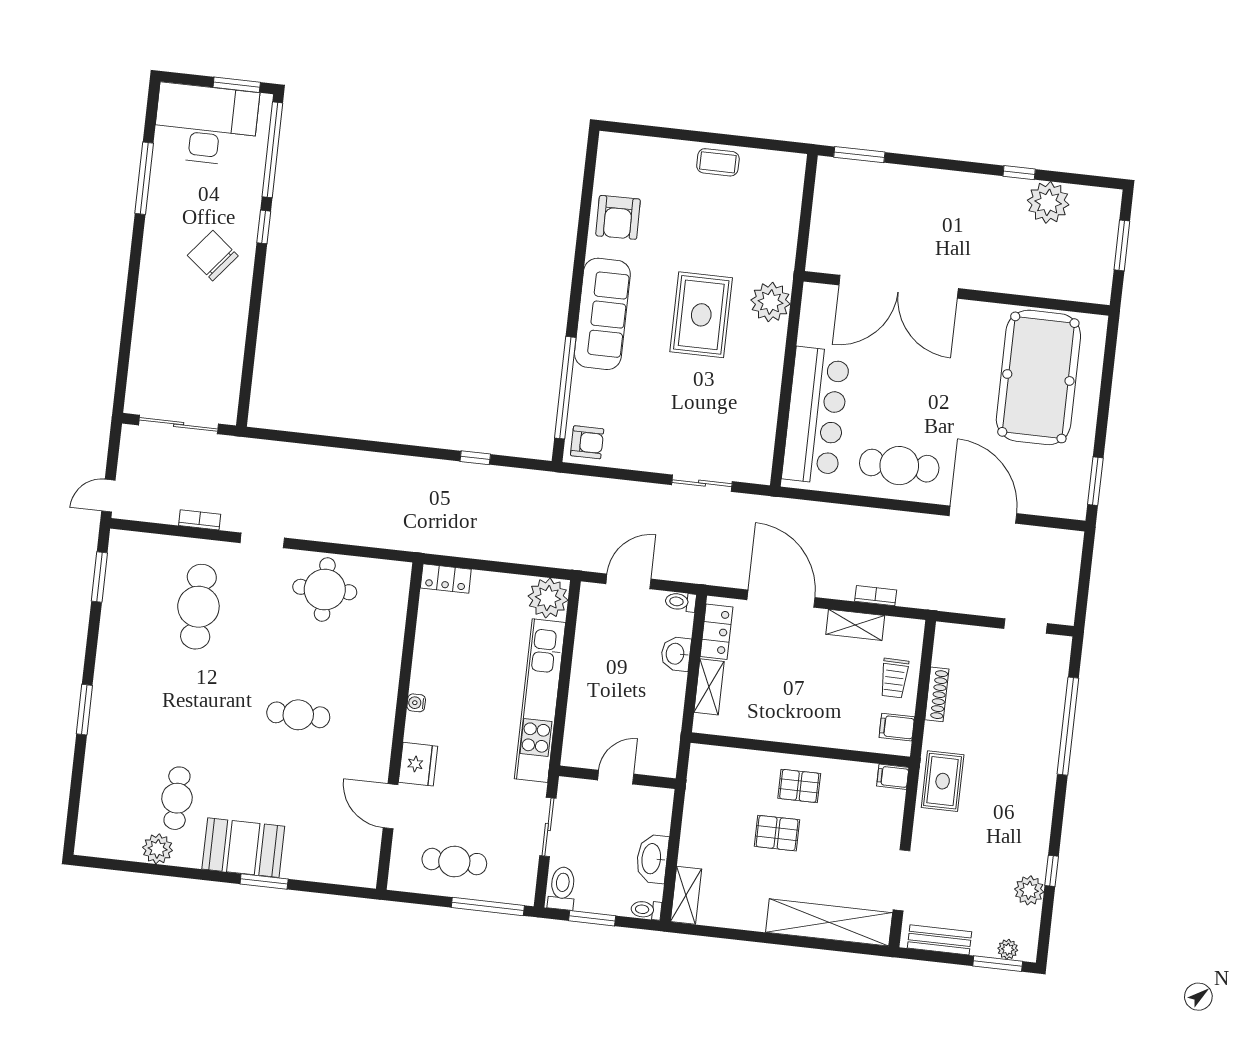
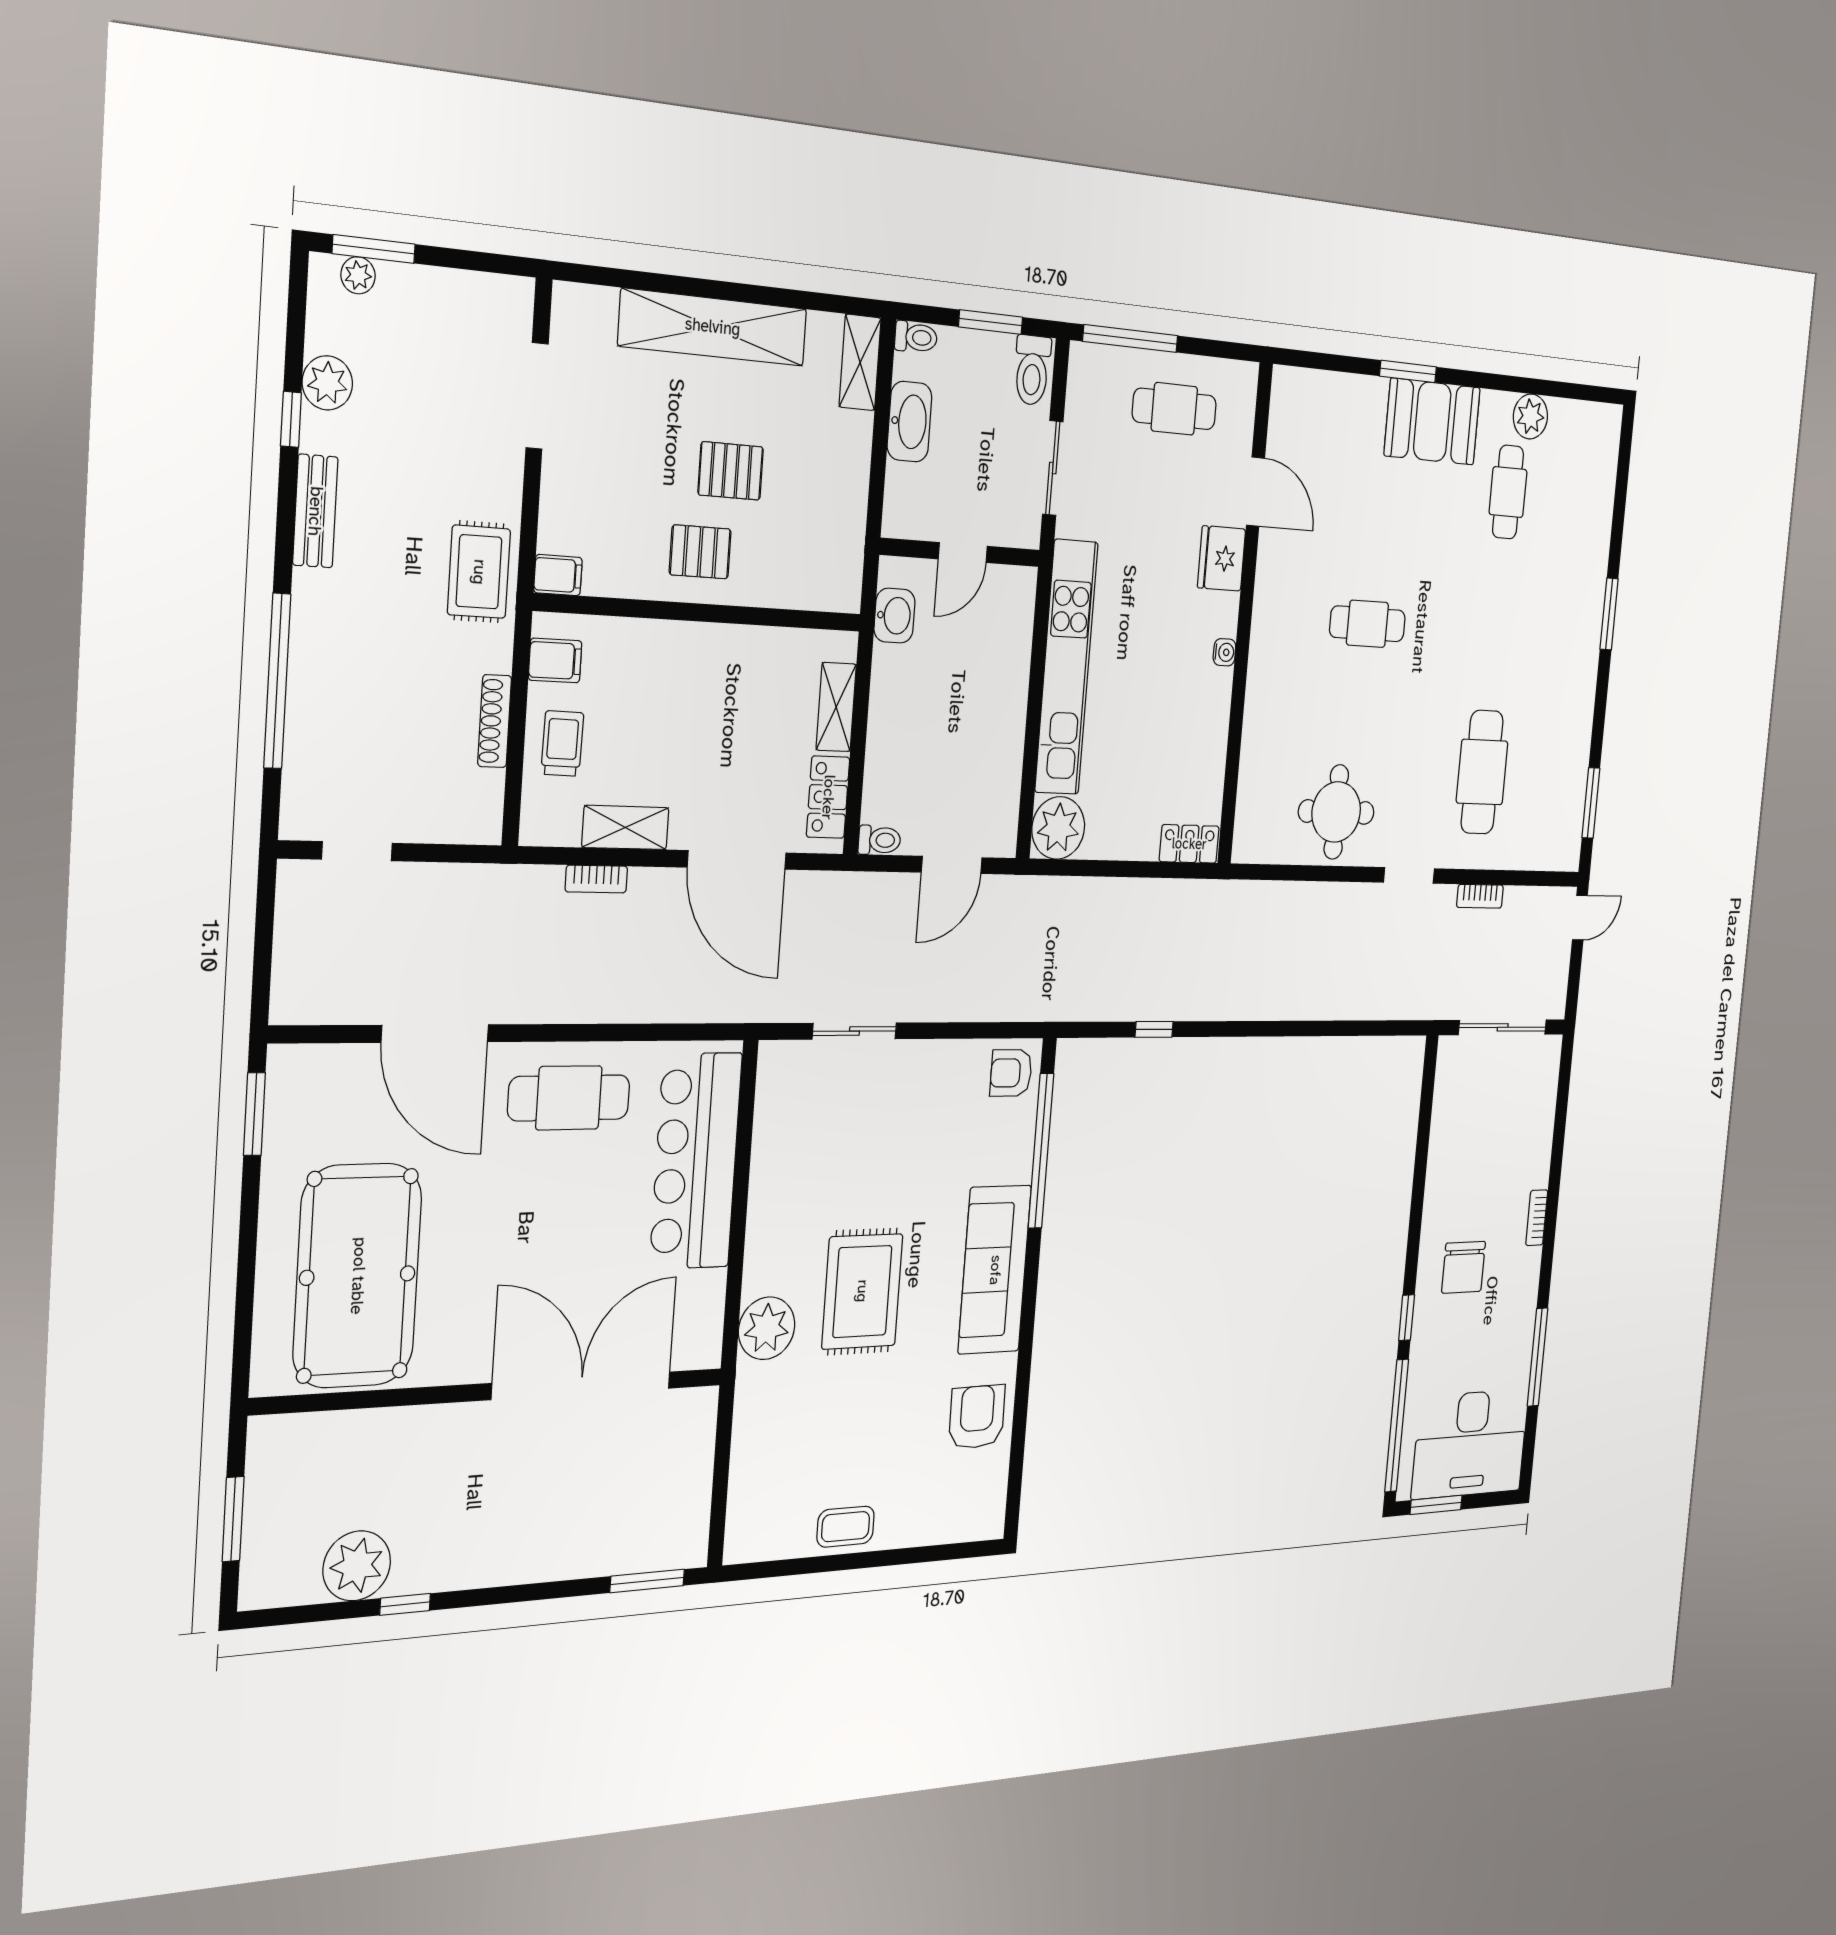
chair: (213, 256) -> (1464, 1267), turned 51
bookcase: (146, 282) -> (1537, 1218), added
washbasin: (676, 654) -> (894, 616), moved
shelving: (829, 922) -> (713, 327), moved
bench: (939, 940) -> (315, 511), moved, turned 90

